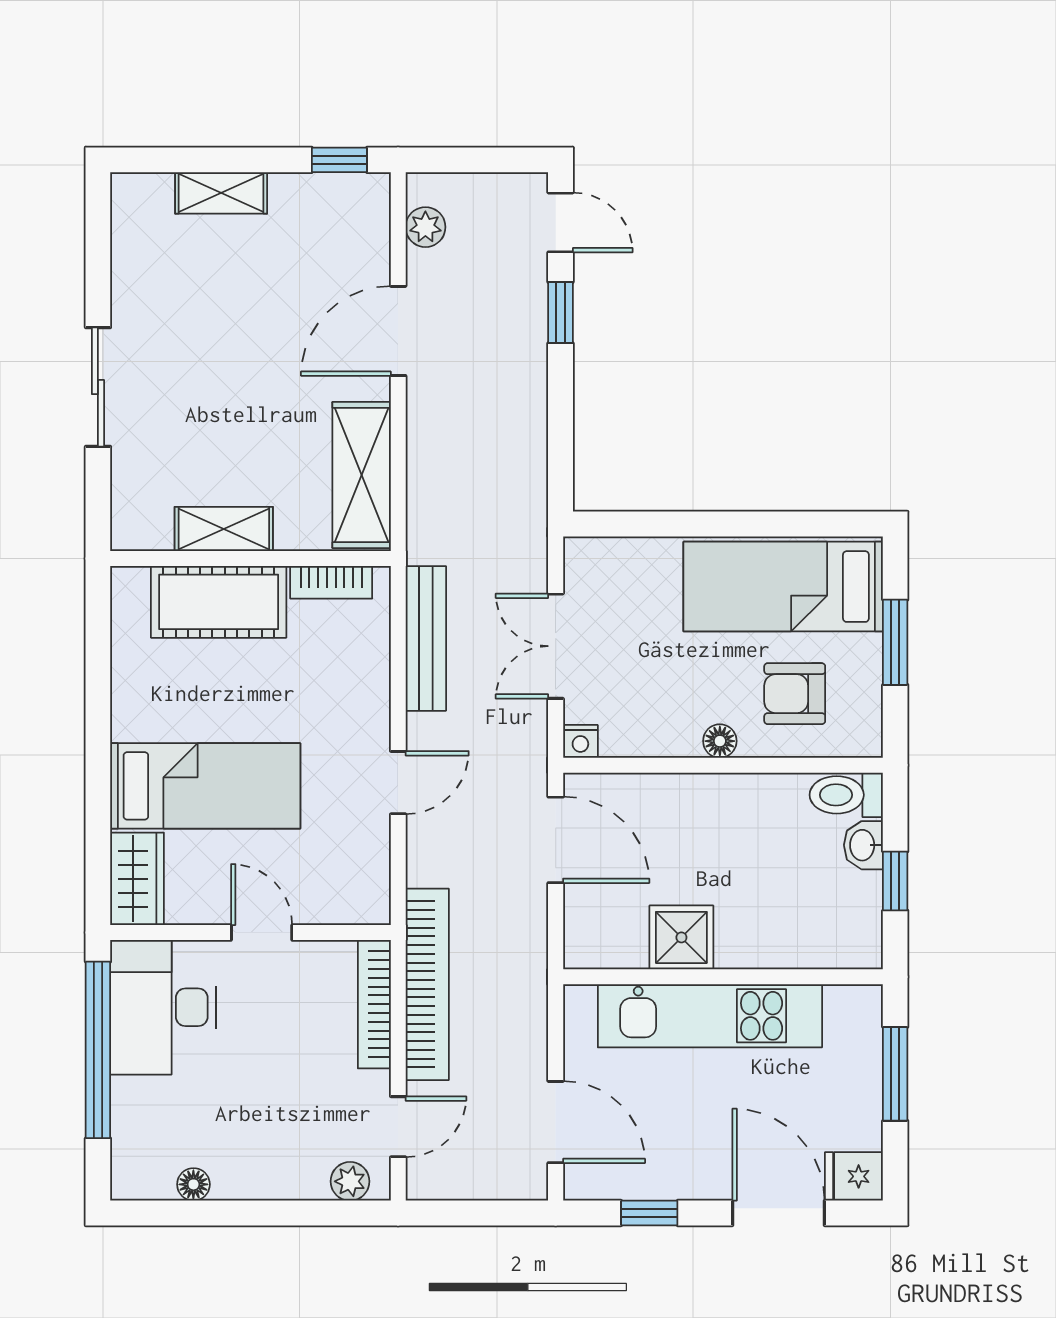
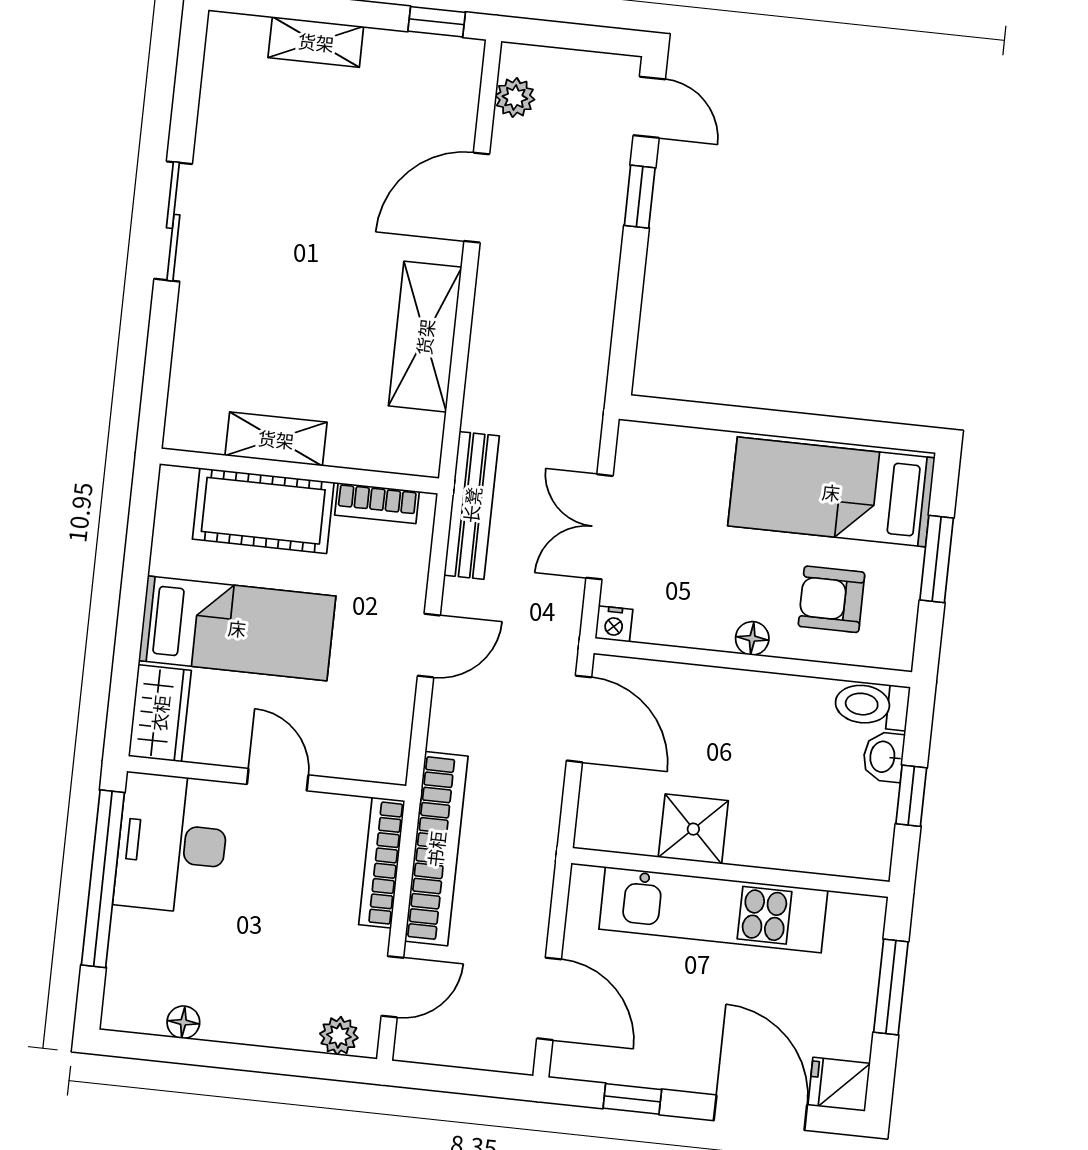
shelving: (224, 529) -> (276, 439), moved
wall: (250, 558) -> (299, 471), moved
bookcase: (331, 582) -> (377, 503), moved
cot: (219, 602) -> (263, 511), moved

